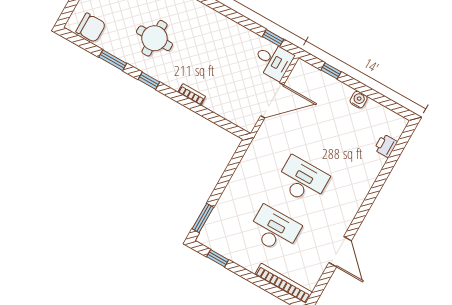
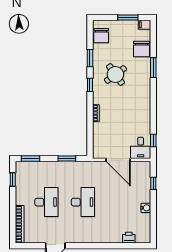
round table: (154, 38) -> (115, 74), turned -36
window: (231, 169) -> (67, 158), added

